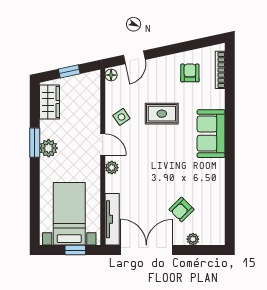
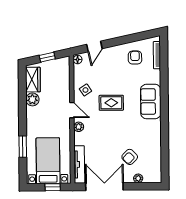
rug: (162, 114) -> (111, 103), moved
window: (35, 143) -> (23, 147), moved
plant: (49, 148) -> (32, 99), moved

